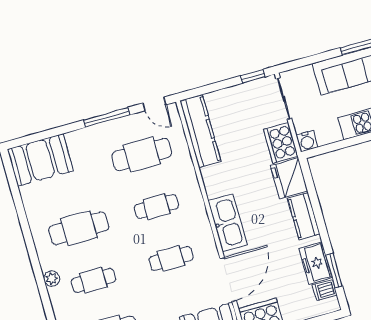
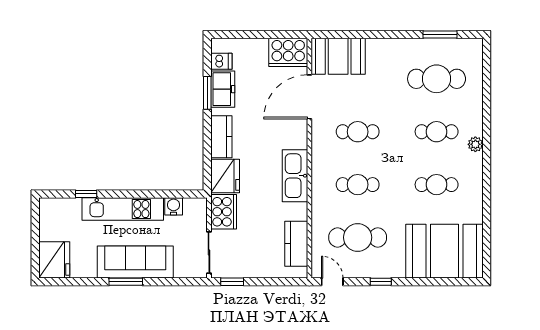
window: (107, 117) -> (381, 282), width x0.46
kitchen counter: (200, 131) -> (296, 244), width x0.67
water cooler: (307, 141) -> (174, 206), moved
booth: (40, 160) -> (445, 251), width x1.36, depth x1.42
kitchen sink: (227, 223) -> (295, 176), moved
cafe table: (79, 228) -> (437, 185), width x0.73, depth x0.74
window: (334, 271) -> (207, 93), moved

